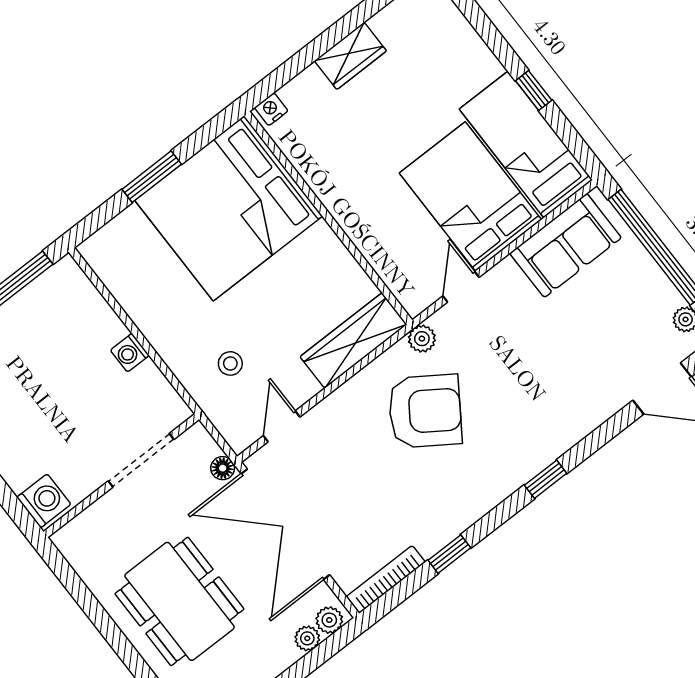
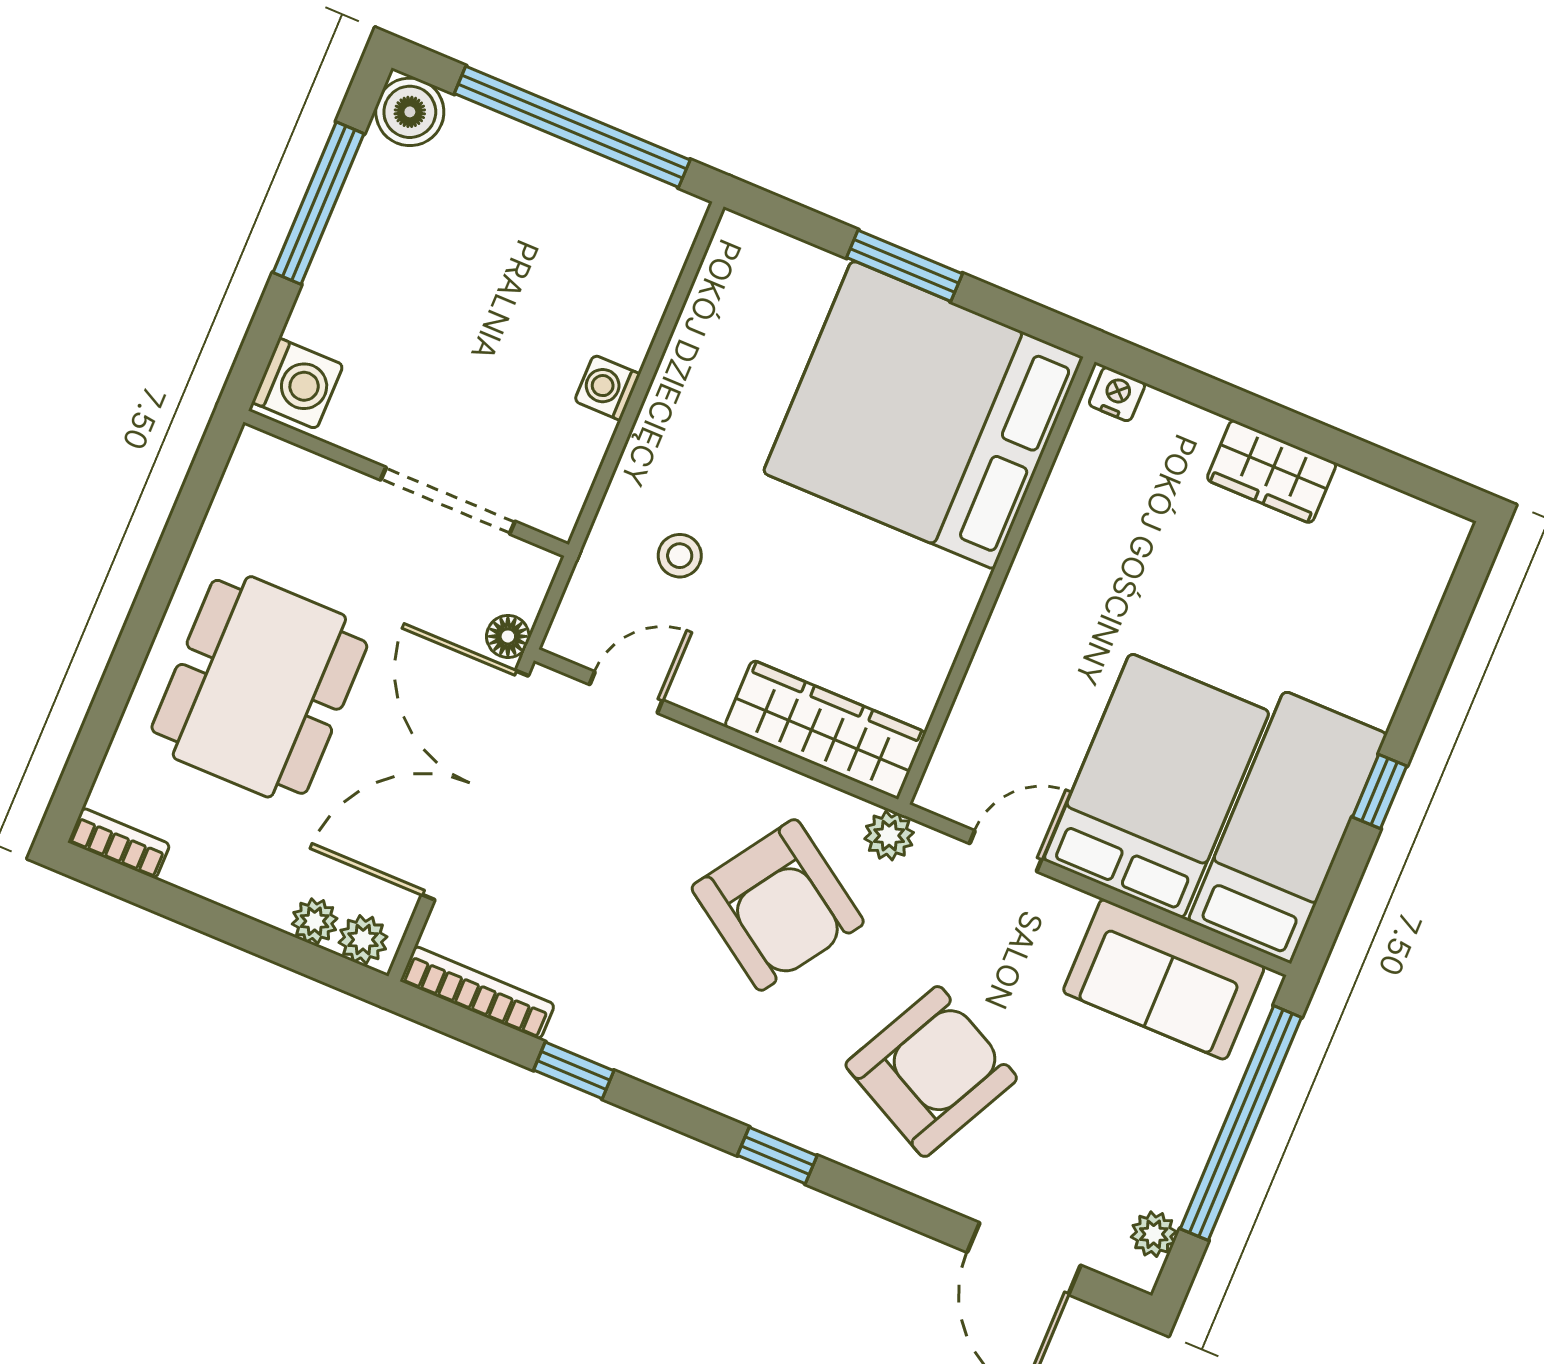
armchair: (547, 382) -> (931, 1071), added

